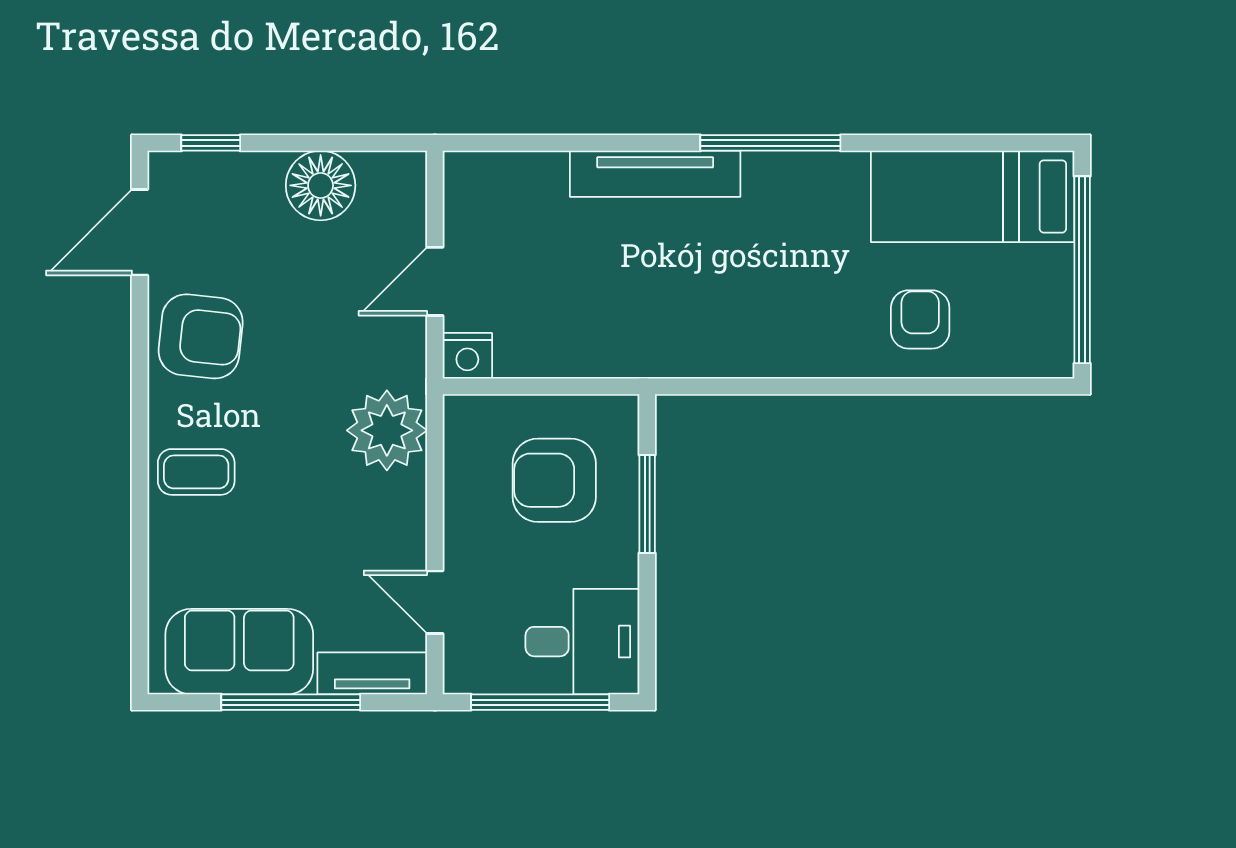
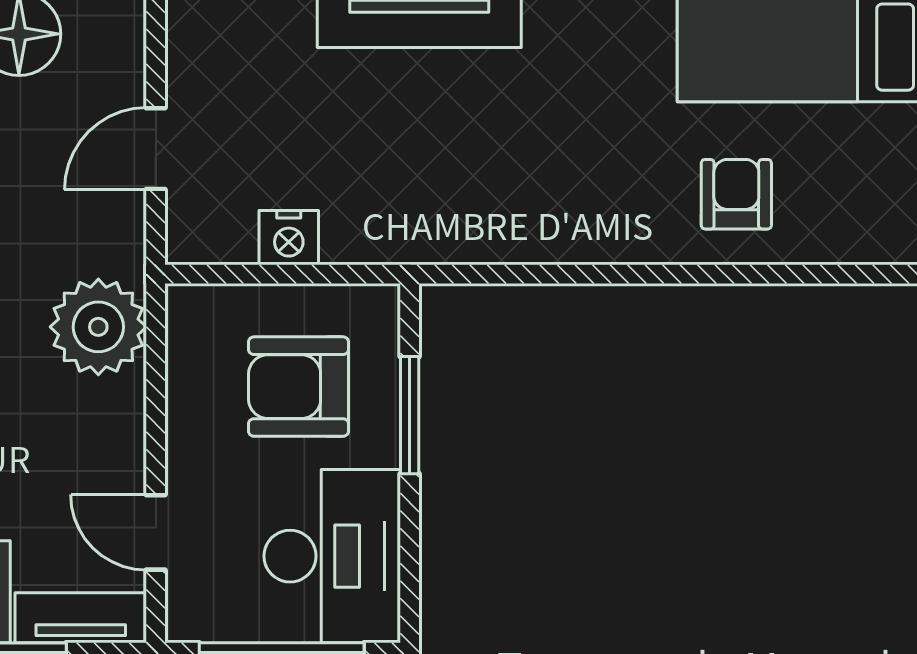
nightstand: (467, 356) -> (289, 238), moved
desk: (582, 642) -> (332, 556), width x1.37

